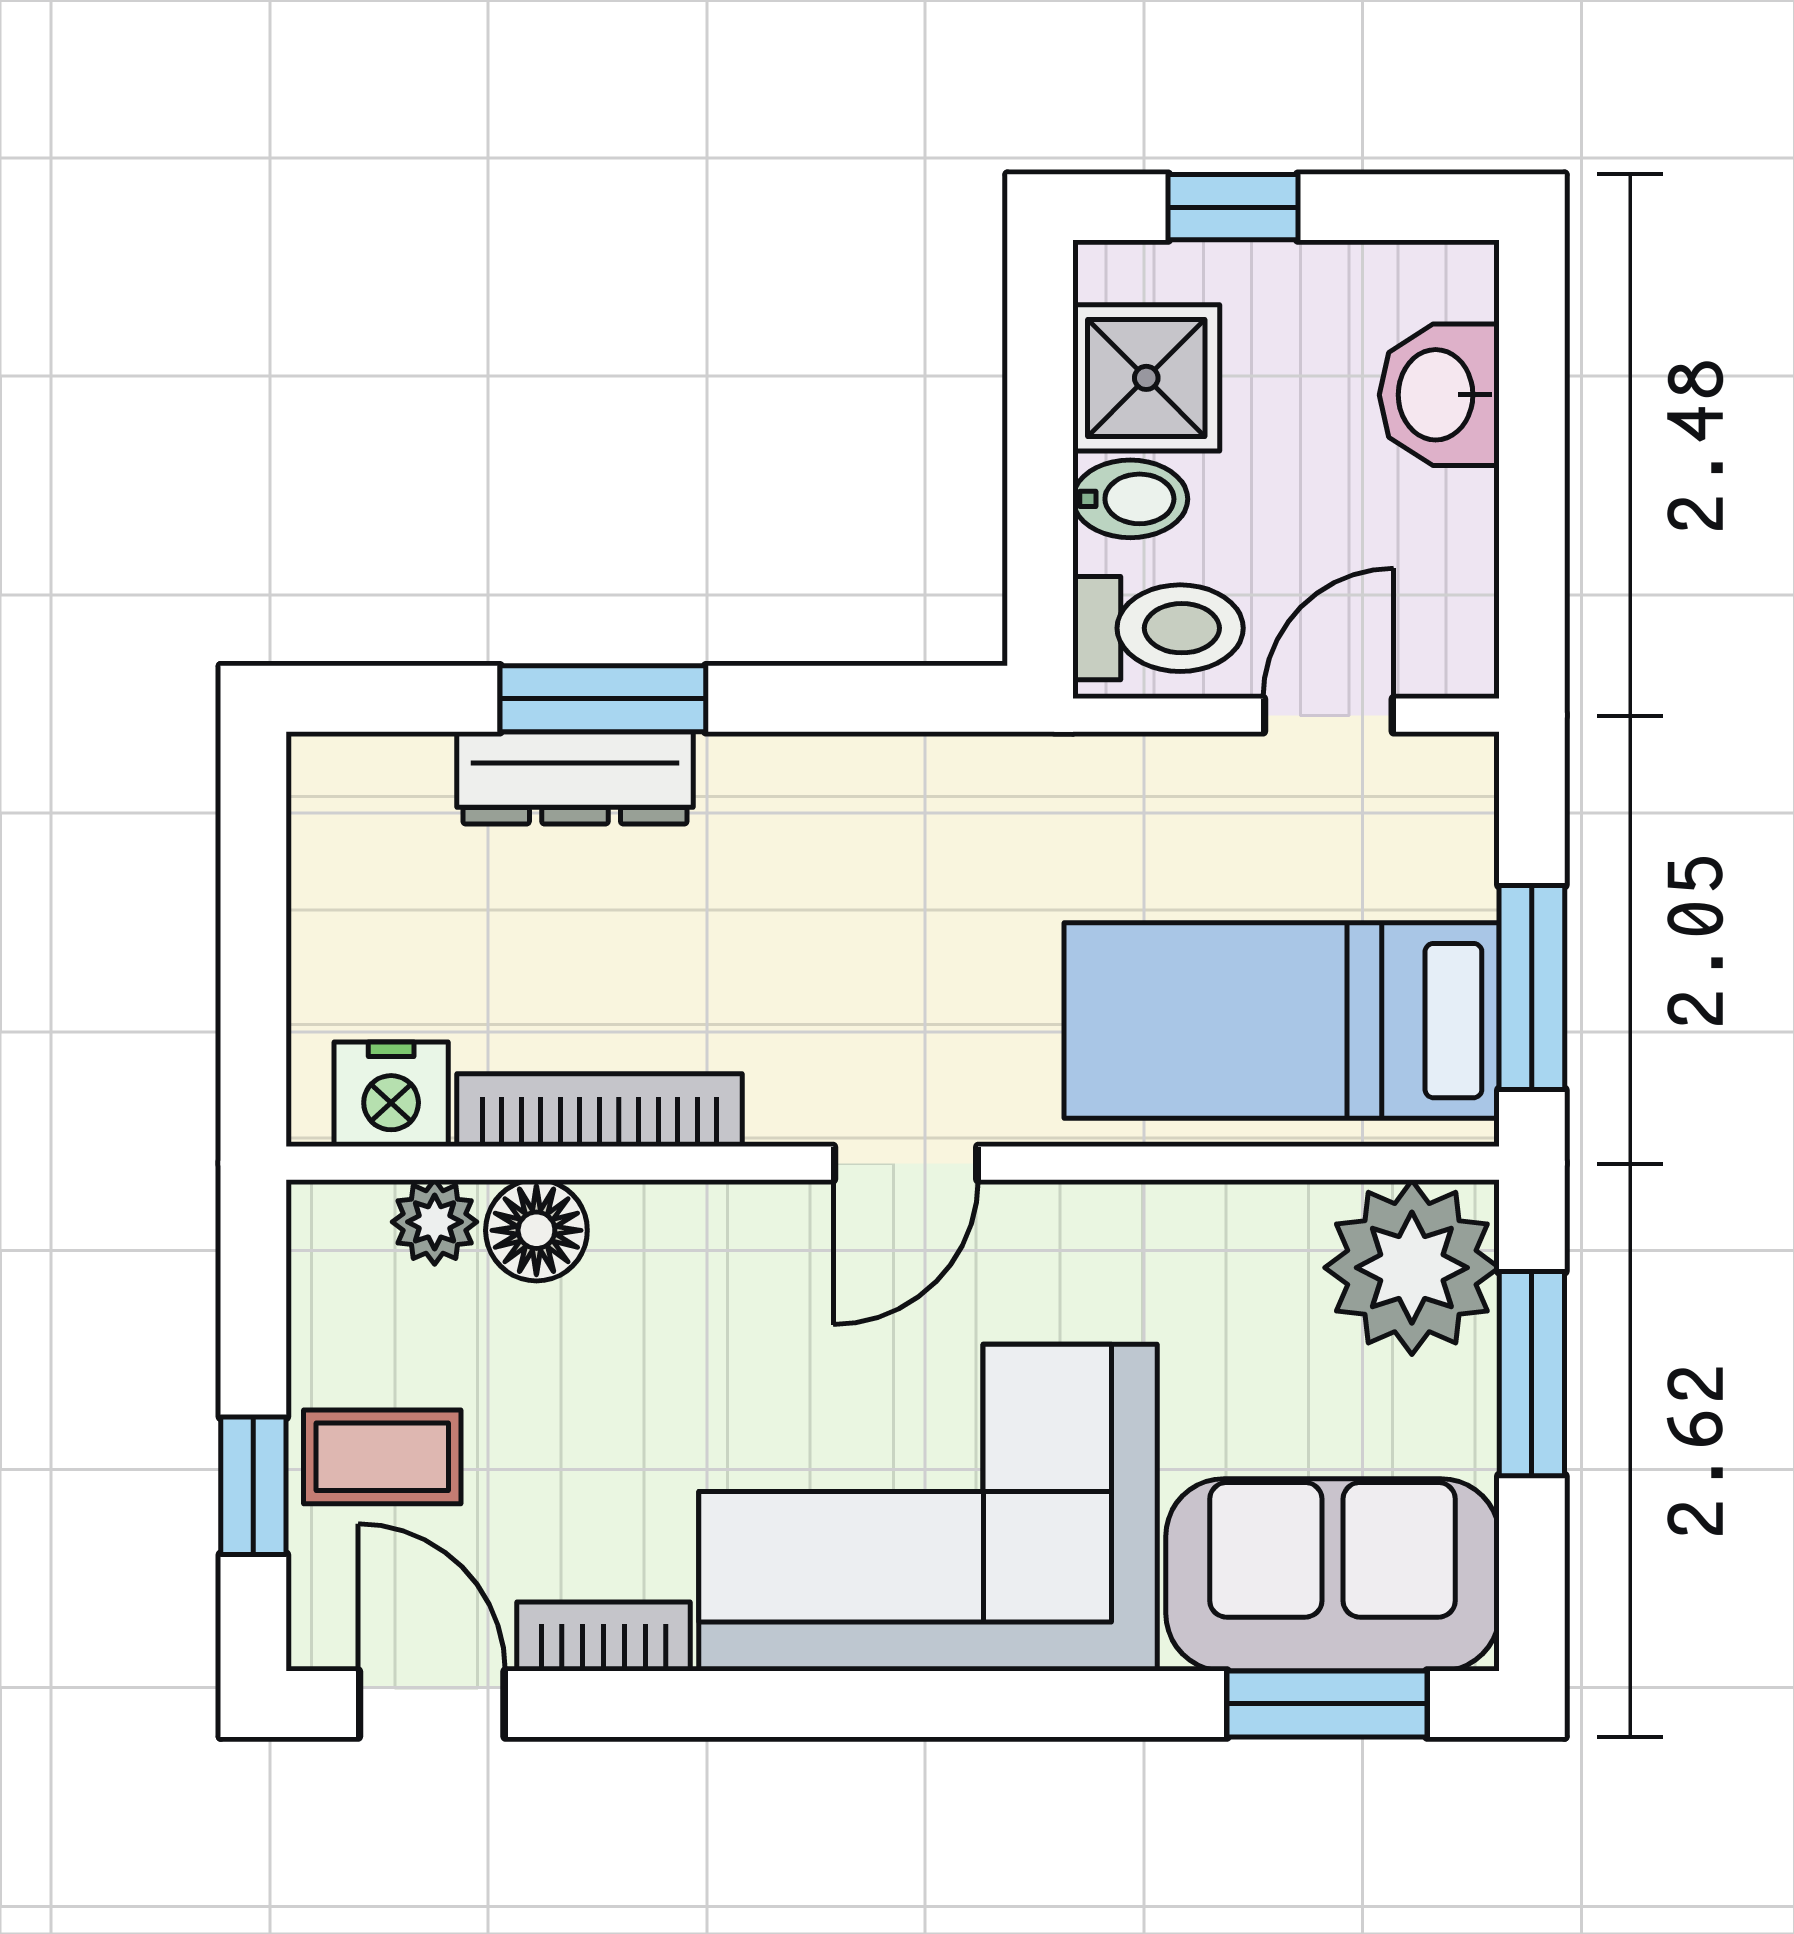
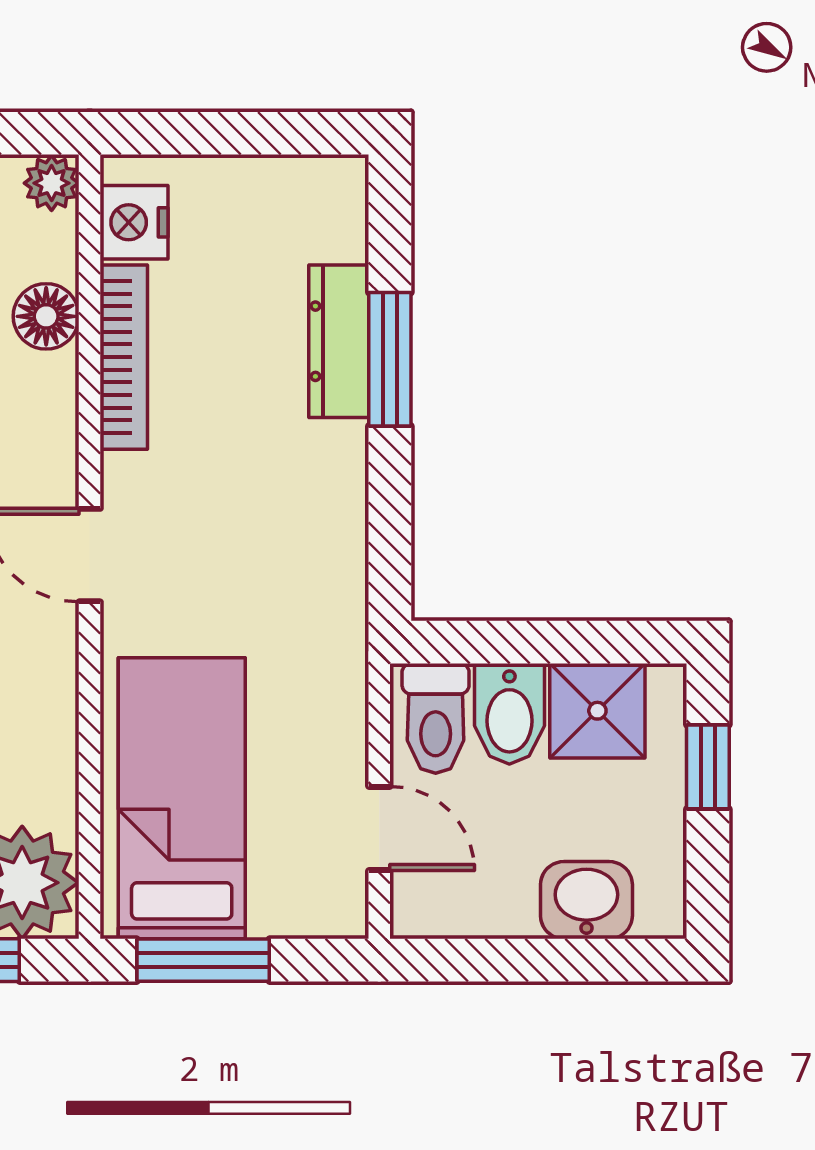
bidet: (1130, 499) -> (509, 714), width x1.38, depth x1.36
plant: (435, 1222) -> (52, 183), moved

